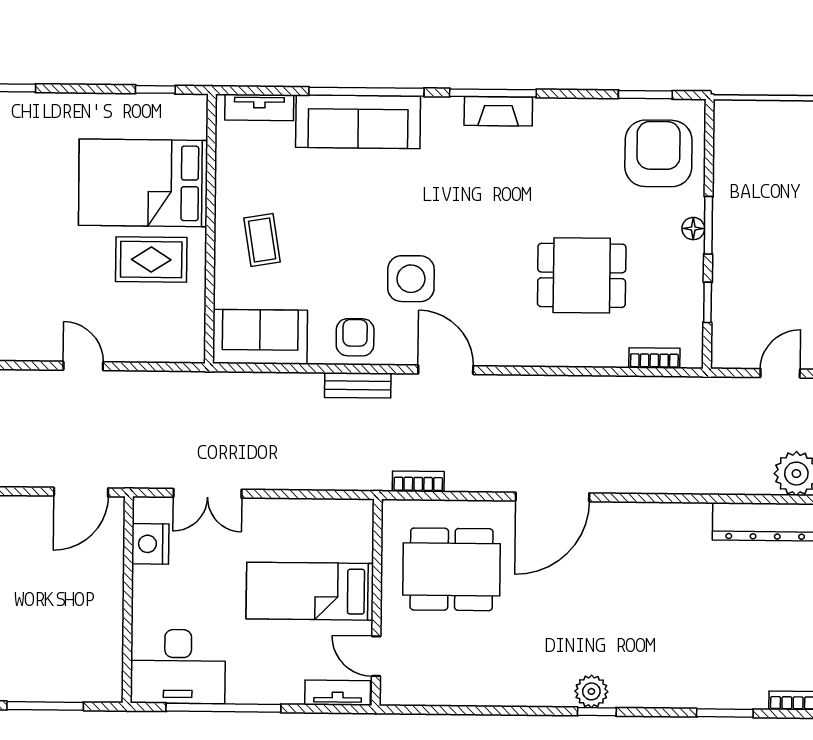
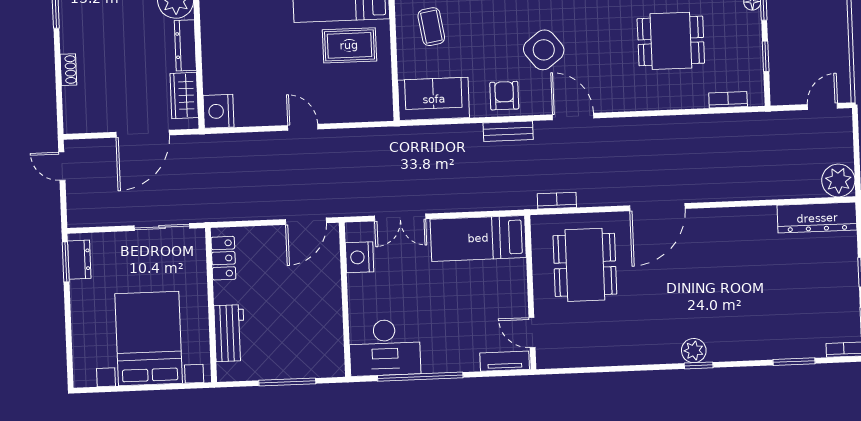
side table: (411, 279) -> (544, 50), turned -38
dining table: (451, 569) -> (585, 265), turned 90
bed: (310, 591) -> (478, 238), moved

